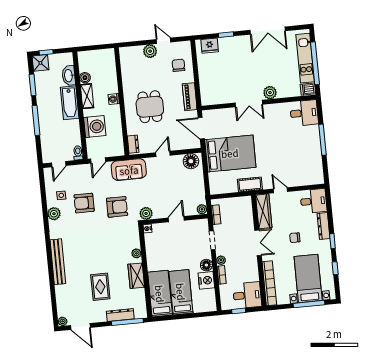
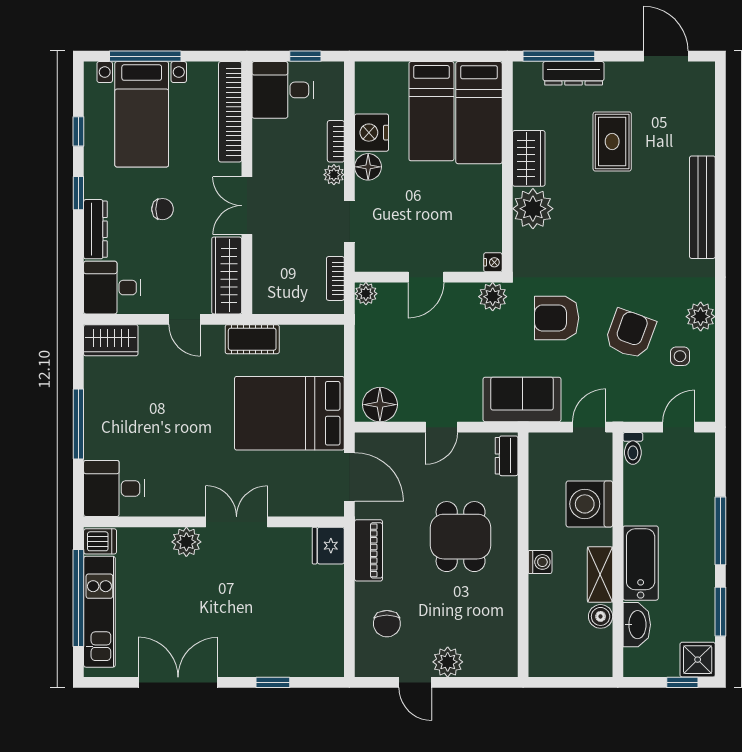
fridge: (210, 46) -> (328, 546), moved, turned -90
wardrobe: (312, 178) -> (111, 340), added
armchair: (84, 203) -> (630, 334), turned -70
plant: (136, 253) -> (533, 209), width x1.88, depth x1.88
plant: (63, 321) -> (705, 72), removed

